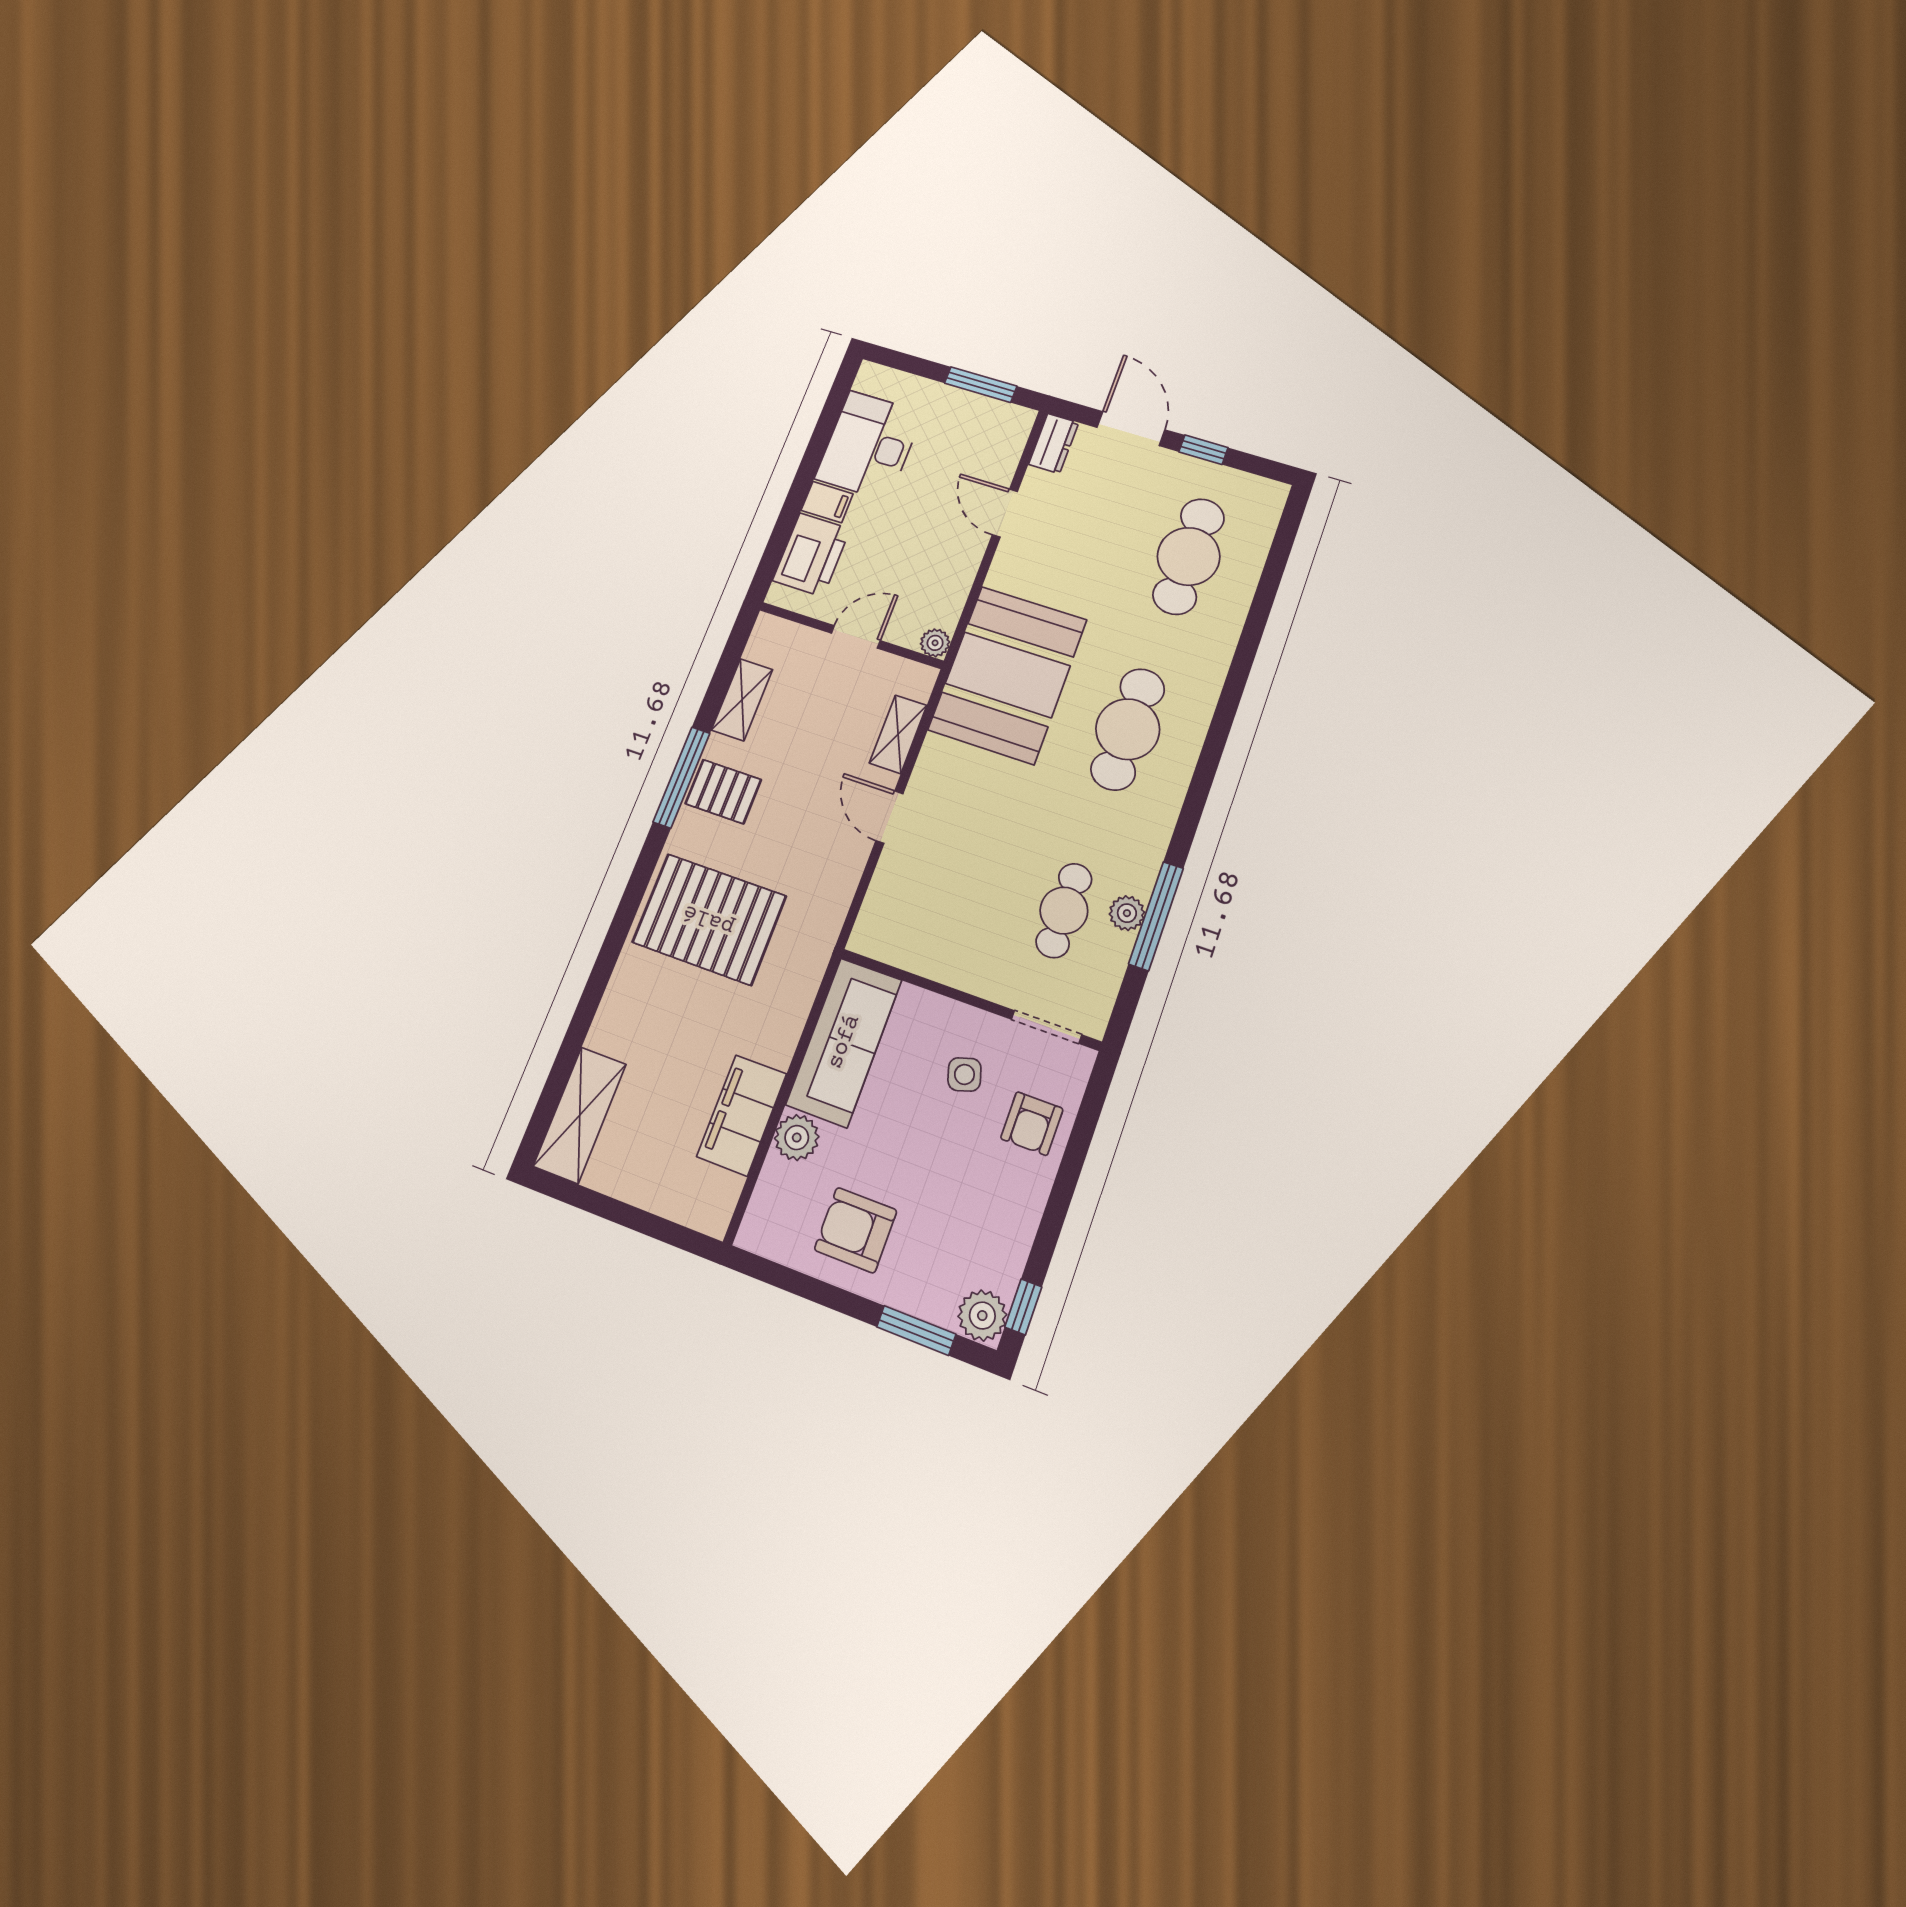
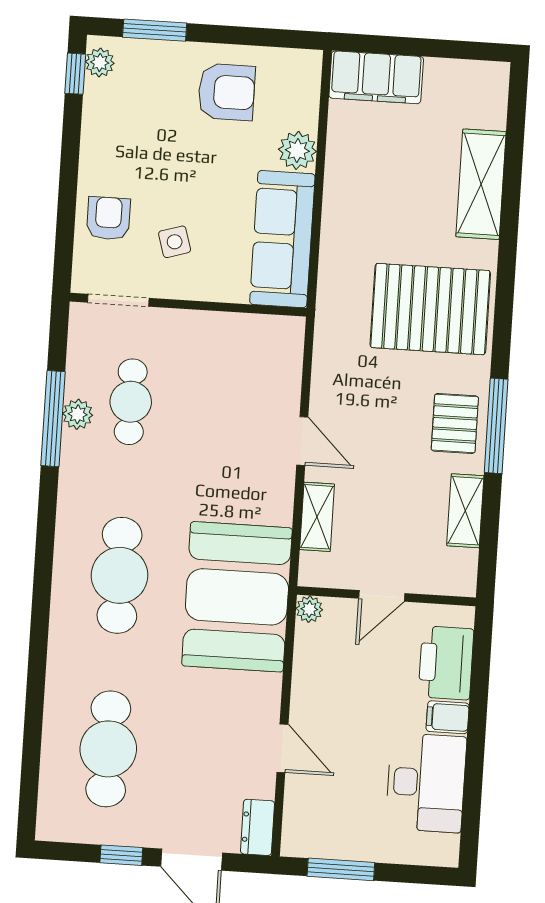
pallet: (723, 792) -> (455, 423), turned 90
shelving: (580, 1115) -> (481, 184), moved
filing cabinet: (742, 1115) -> (376, 77), moved, turned 90
plant: (982, 1316) -> (100, 62), width x0.73, depth x0.73

